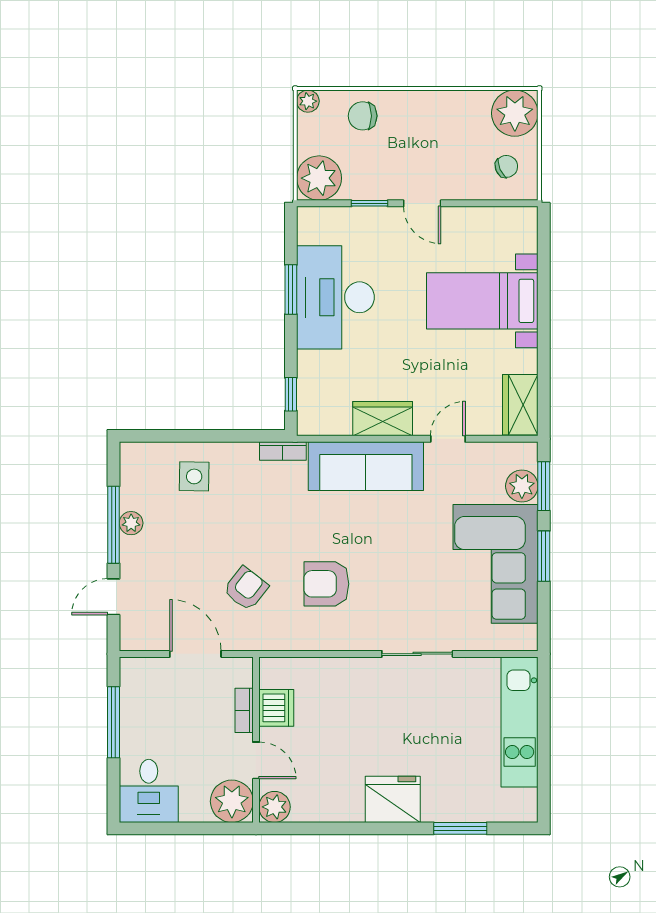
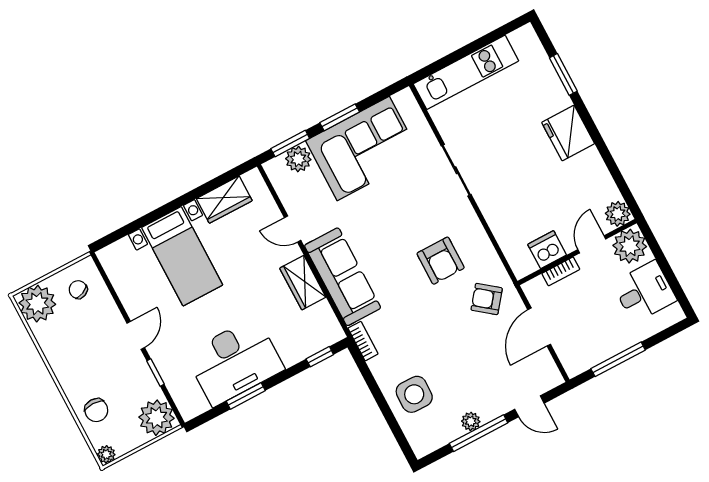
wardrobe: (520, 405) -> (224, 200), moved
side table: (194, 476) -> (414, 394), width x1.37, depth x1.37
armchair: (246, 589) -> (487, 299), moved
desk: (149, 791) -> (644, 292), moved

